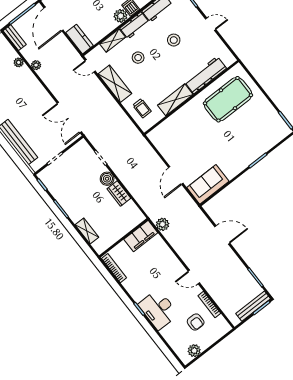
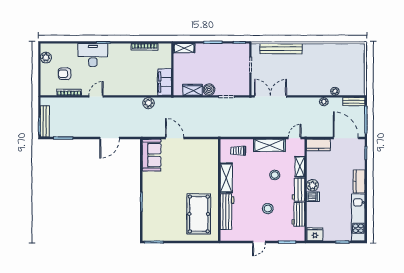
filing cabinet: (141, 236) -> (165, 82), moved
wall: (124, 238) -> (172, 69), moved

